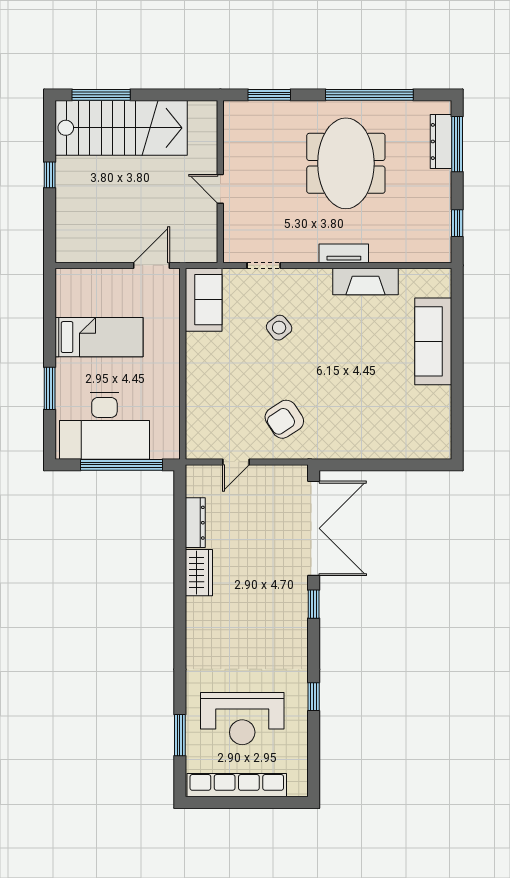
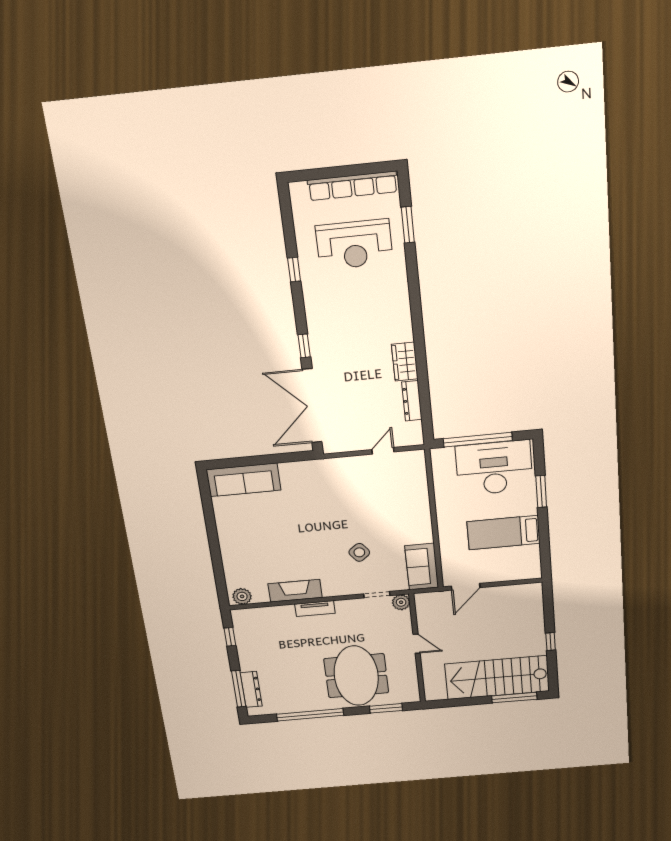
meeting table: (346, 163) -> (356, 676), moved
plant: (234, 251) -> (401, 602), added
plant: (433, 280) -> (242, 596), added
sofa: (433, 341) -> (244, 480), moved, turned 90
armchair: (284, 419) -> (347, 486), removed
reception desk: (242, 719) -> (354, 244), turned 180

